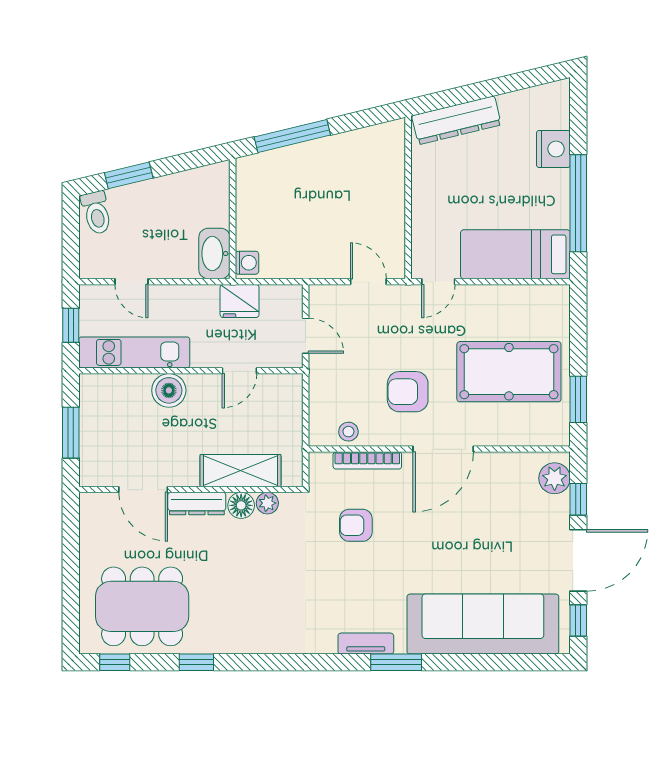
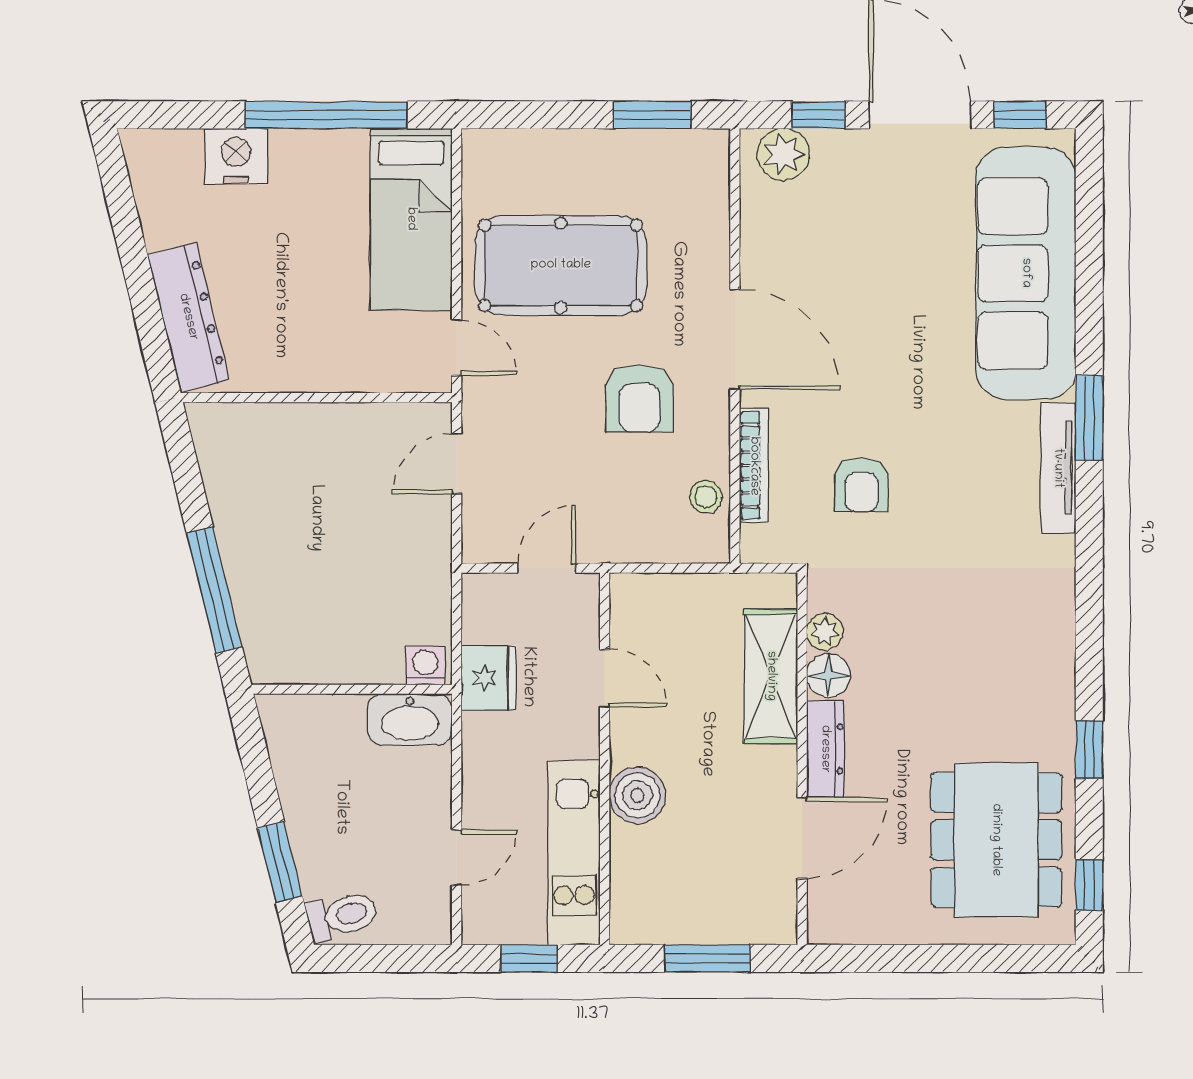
pool table: (509, 372) -> (561, 265), moved, turned 90
tv unit: (366, 644) -> (1058, 468), width x1.41

